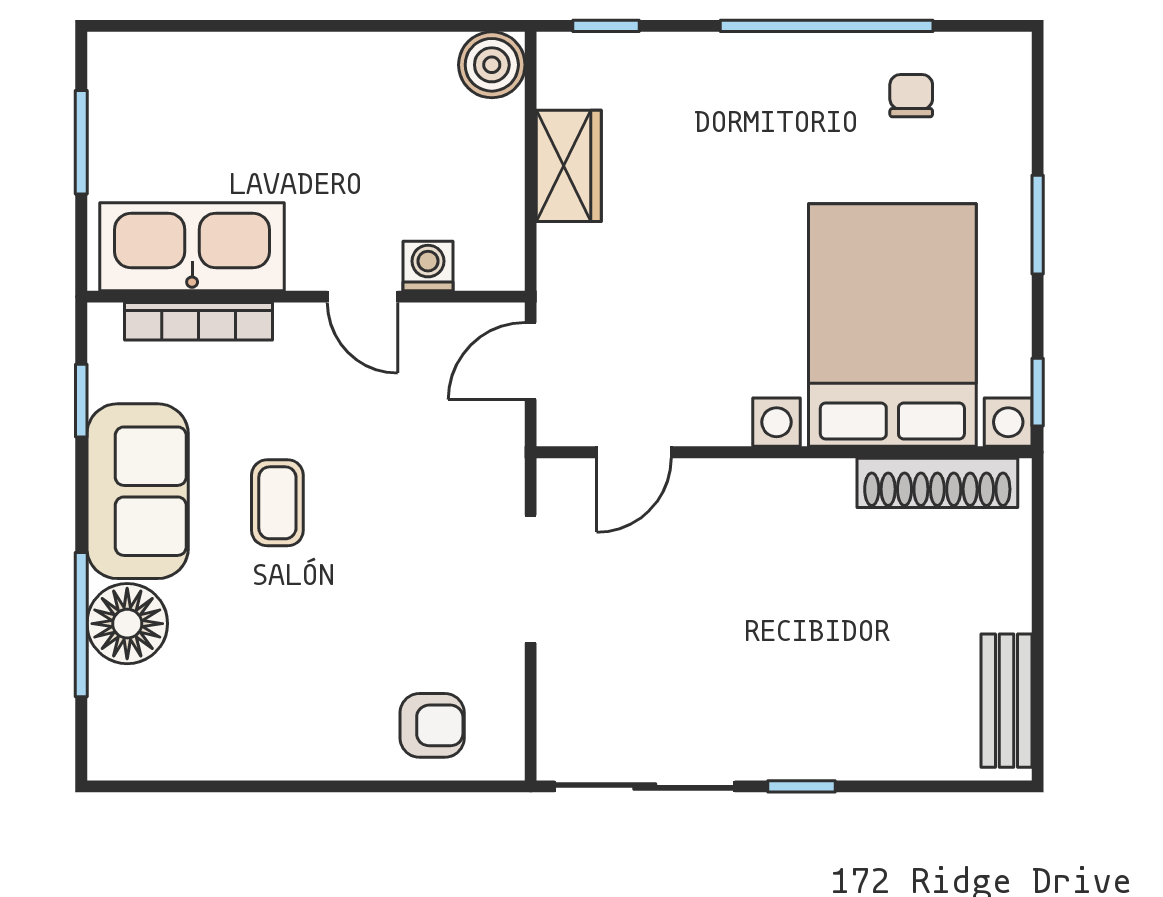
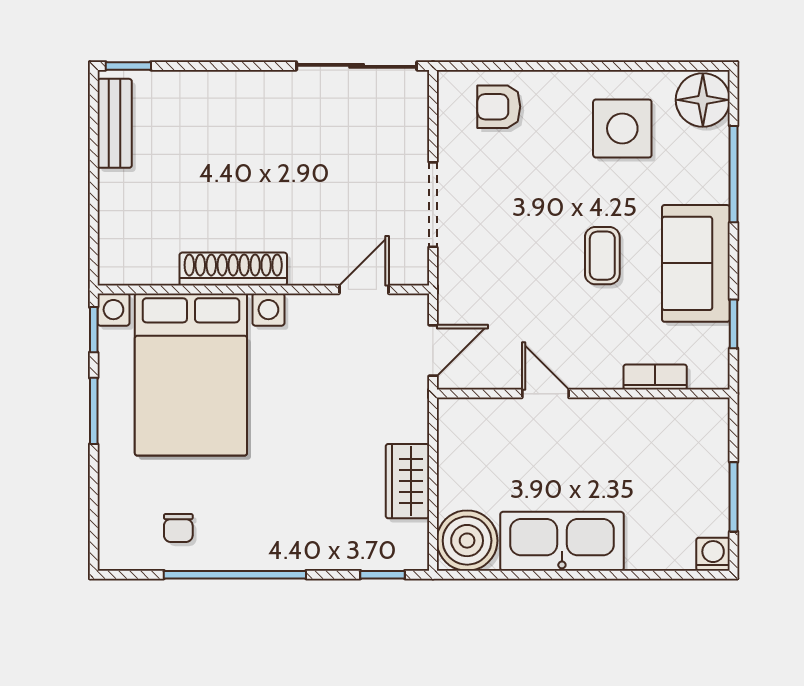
boiler: (492, 65) -> (467, 541), width x1.37, depth x1.37
window: (1038, 225) -> (94, 411), moved
kitchen sink: (192, 247) -> (562, 541), moved, turned 180
washing machine: (428, 266) -> (713, 554), moved, turned 180
bookcase: (198, 321) -> (655, 377), width x0.64
shoe rack: (937, 483) -> (233, 269), moved
floor lamp: (127, 624) -> (703, 100), moved
side table: (247, 693) -> (622, 128), added
window: (802, 786) -> (128, 66), moved

